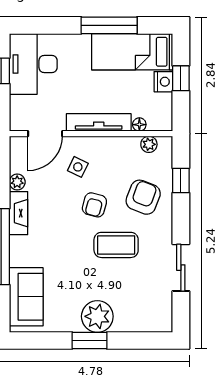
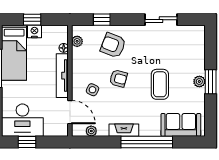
plant: (17, 182) -> (91, 131), moved
coffee table: (116, 245) -> (160, 84), moved
plant: (97, 316) -> (199, 81), width x0.53, depth x0.53

